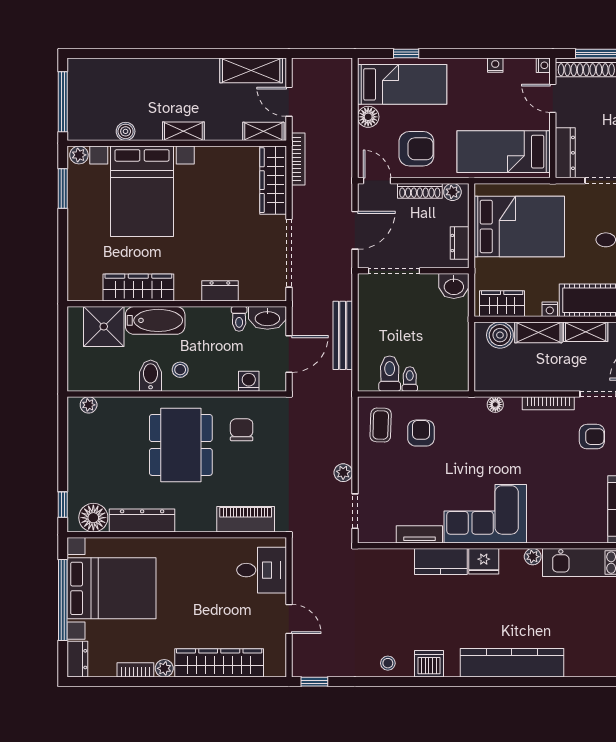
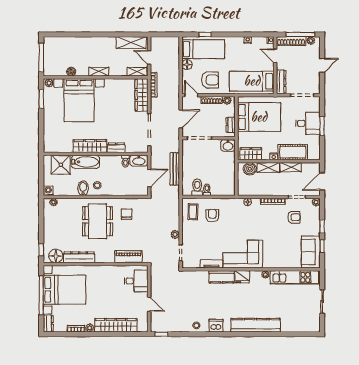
wardrobe: (138, 288) -> (90, 146), moved
washing machine: (249, 381) -> (48, 191), moved

